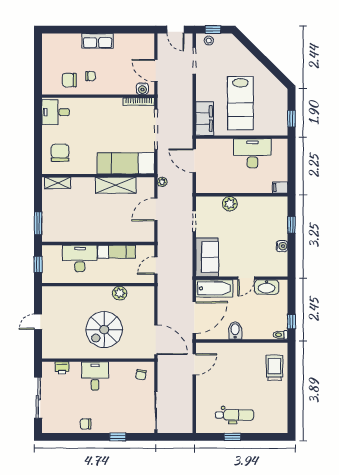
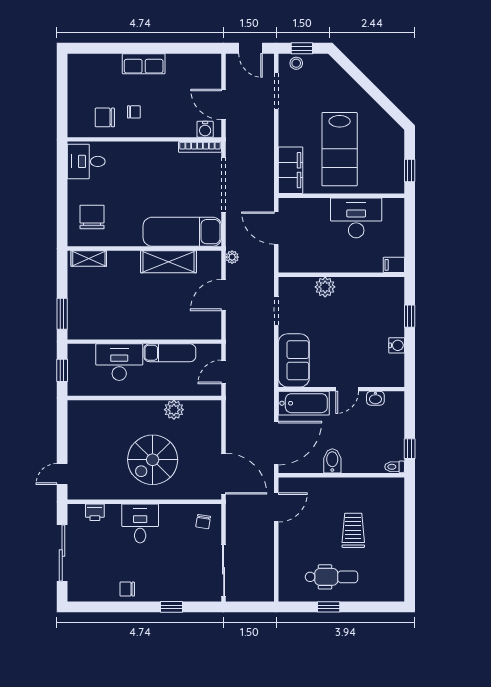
washbasin: (267, 287) -> (375, 398), width x0.52, depth x0.69
door: (38, 322) -> (62, 474), moved
trolley: (275, 368) -> (353, 530), moved

